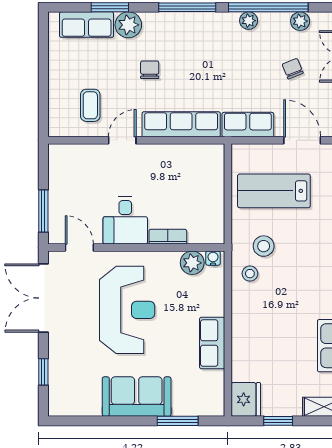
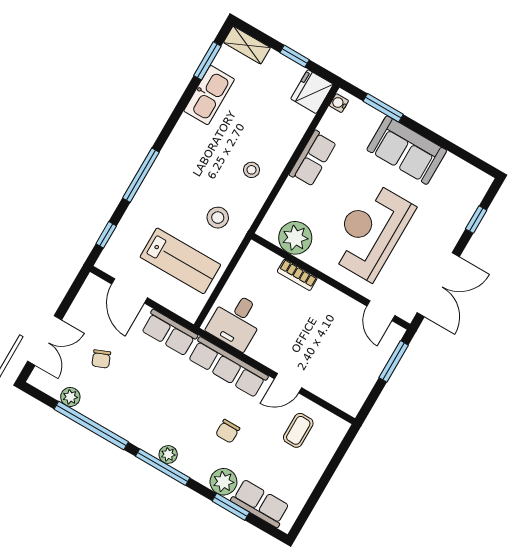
plant: (249, 21) -> (168, 455), moved
desk: (125, 220) -> (236, 321), moved, turned 180
water cooler: (213, 258) -> (339, 103), moved, turned 90
plant: (192, 263) -> (295, 238), width x1.36, depth x1.36
stool: (250, 274) -> (252, 170), moved

